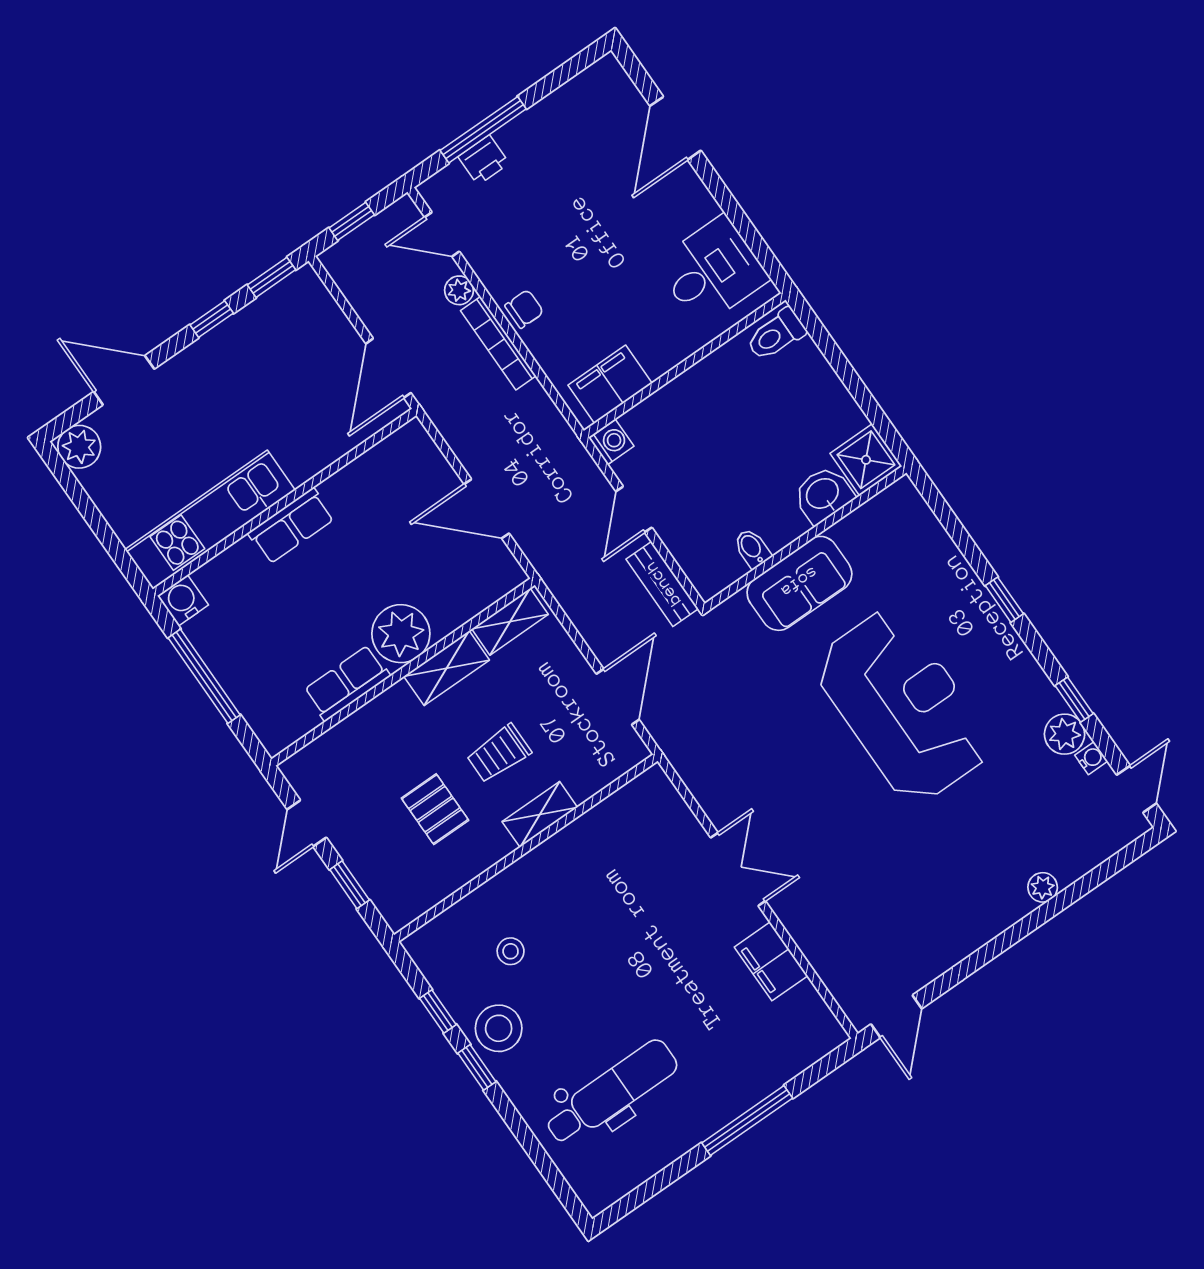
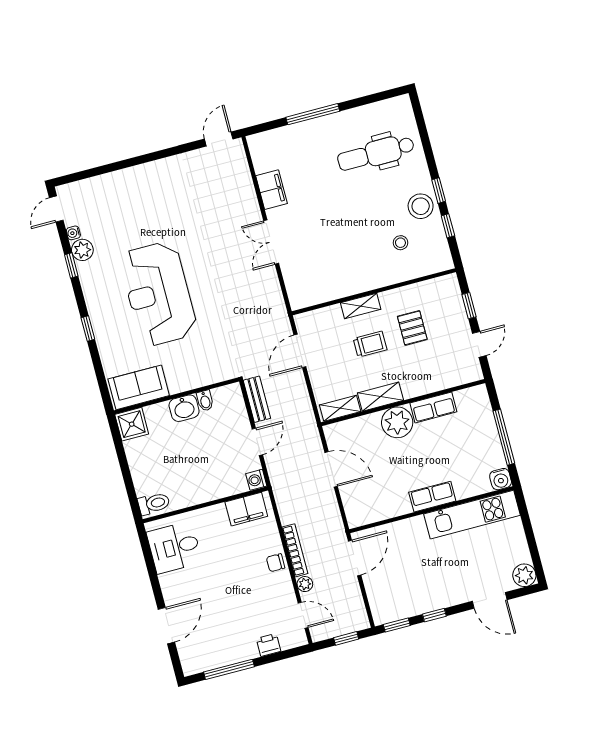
window: (483, 130) -> (229, 669), moved
washbasin: (823, 494) -> (184, 408), moved
sofa: (799, 583) -> (139, 387), moved
plant: (1043, 887) -> (122, 177), removed

